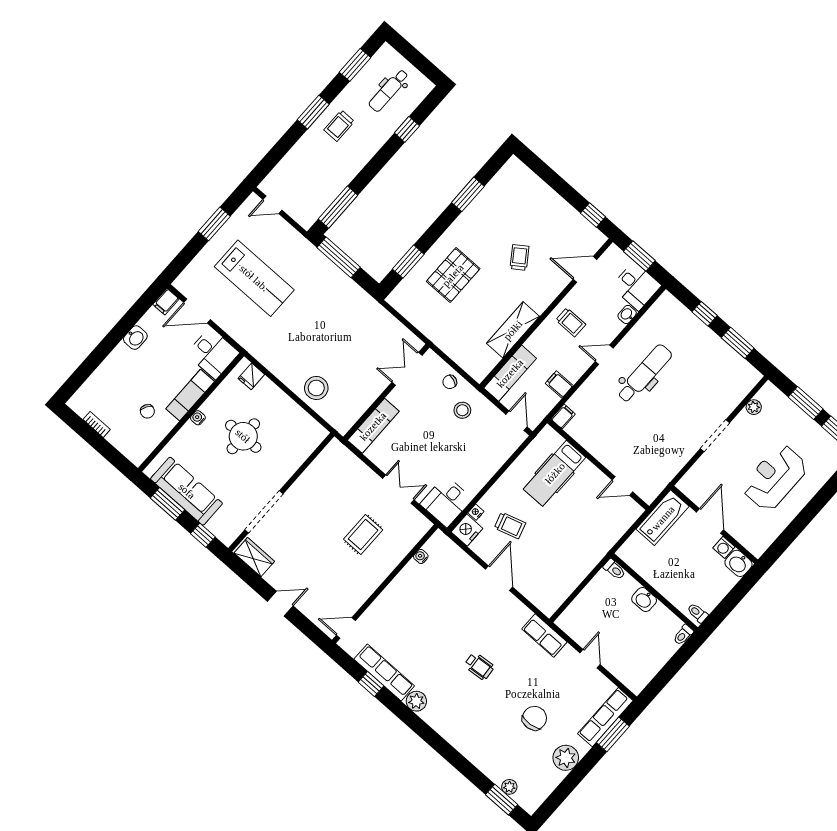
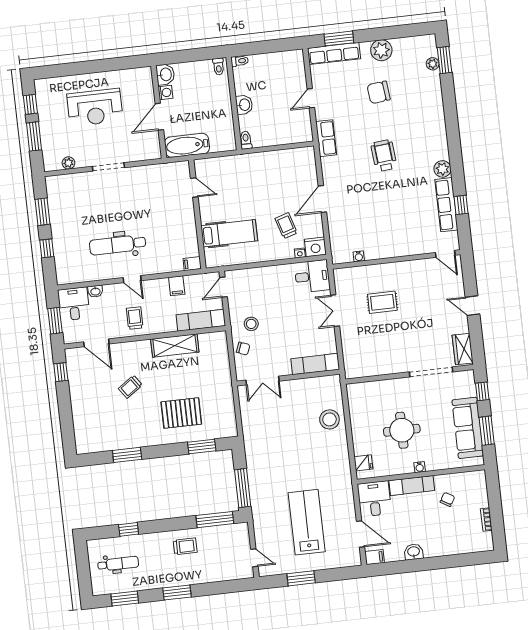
trolley: (339, 126) -> (185, 546), moved
wheelchair: (479, 666) -> (384, 156), width x1.36, depth x1.37

